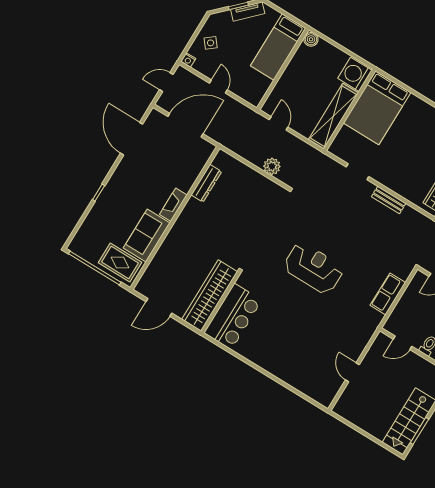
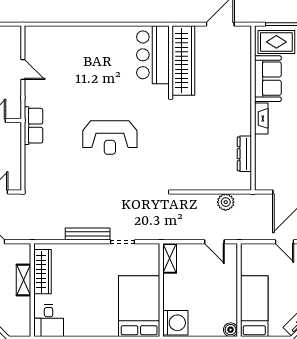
shelving: (333, 116) -> (170, 258), width x0.45, depth x0.75
plant: (272, 166) -> (226, 202), moved
bench: (389, 200) -> (88, 234), width x1.36
row of seats: (388, 294) -> (34, 126), moved

